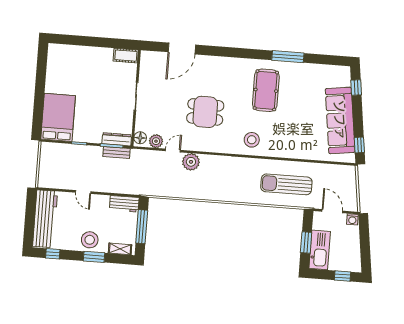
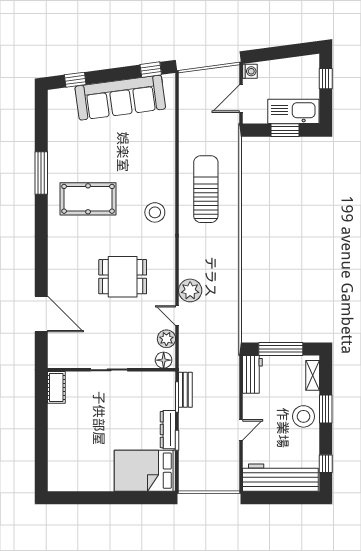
dining table: (205, 112) -> (123, 277), turned 90
dresser: (117, 139) -> (168, 430), moved
sun lounger: (286, 184) -> (206, 189), moved, turned 180

